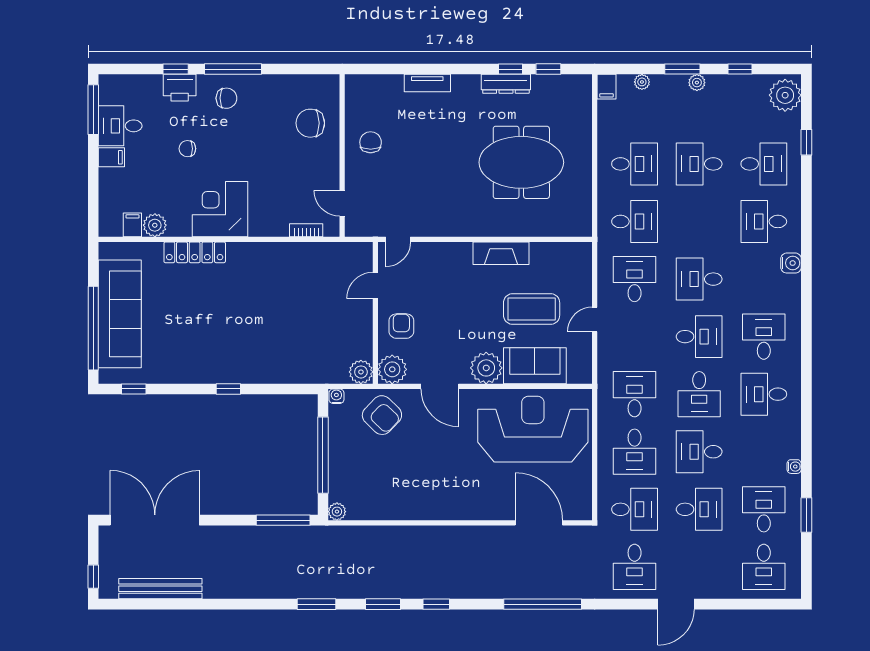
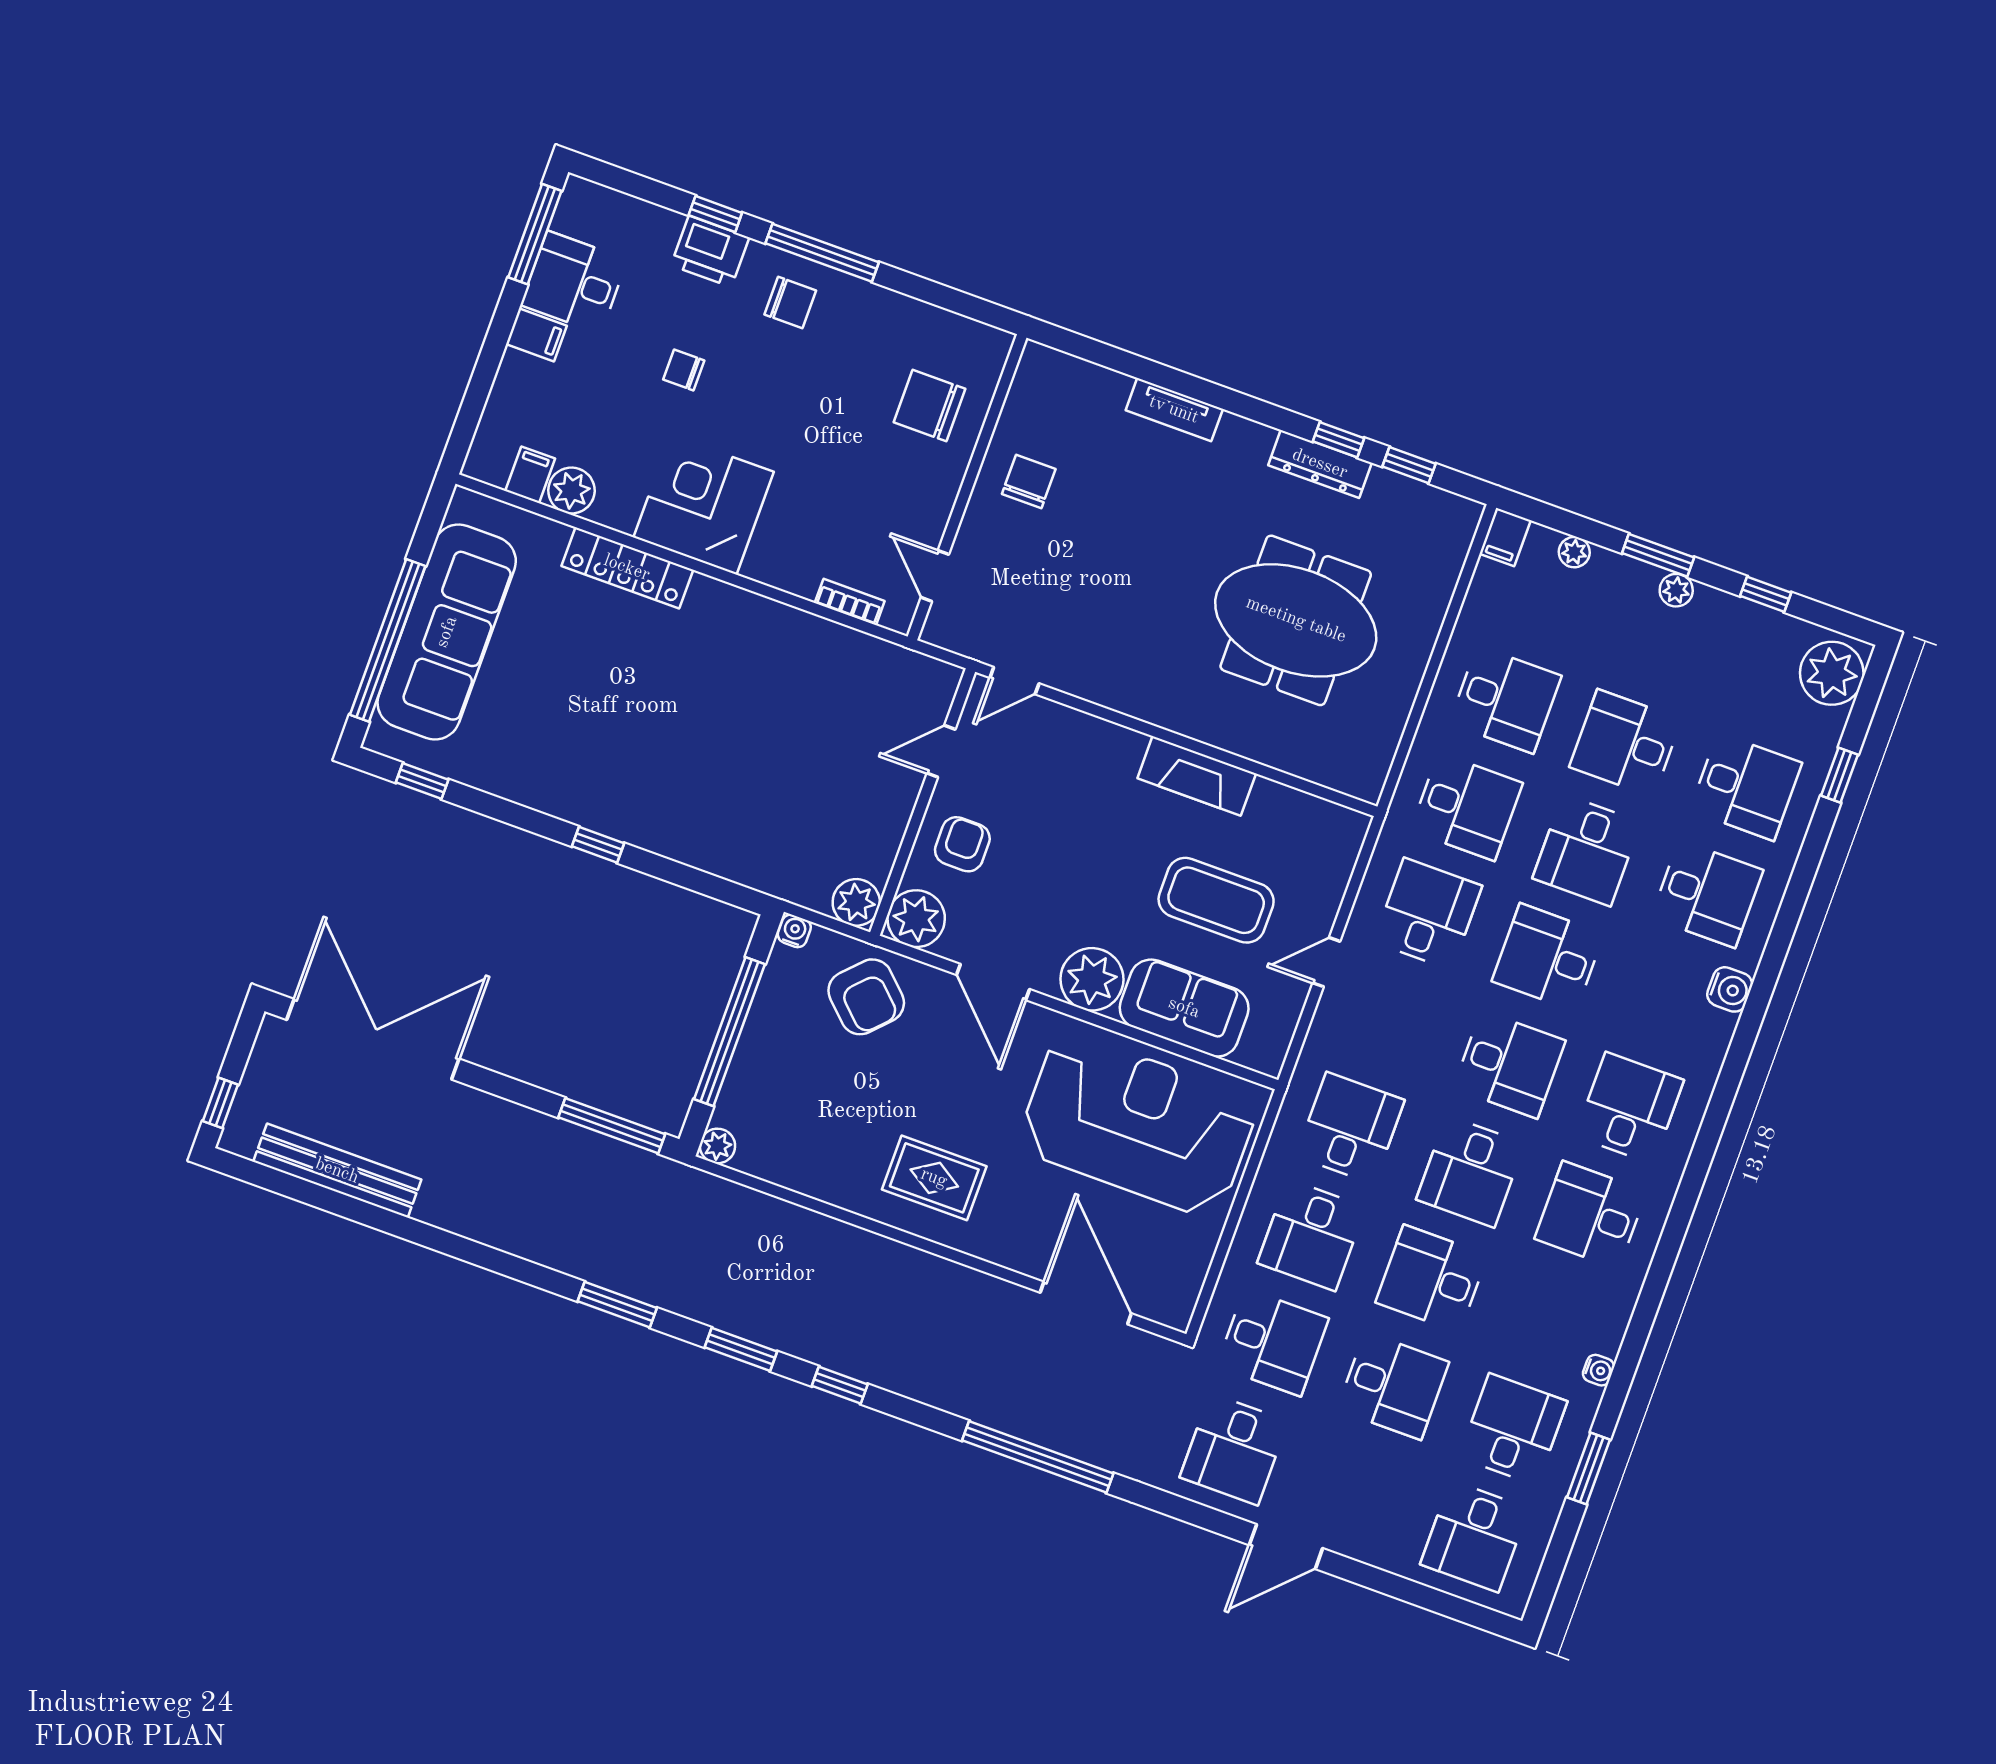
desk: (699, 221) -> (1587, 850), added
desk: (764, 221) -> (1707, 894), turned 180
rug: (445, 489) -> (934, 1178), added

